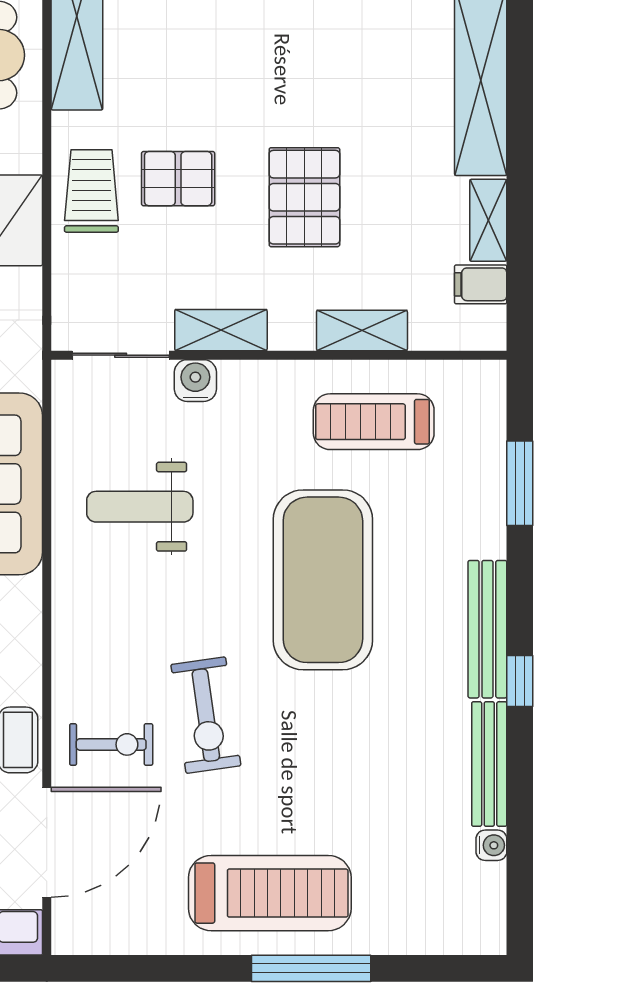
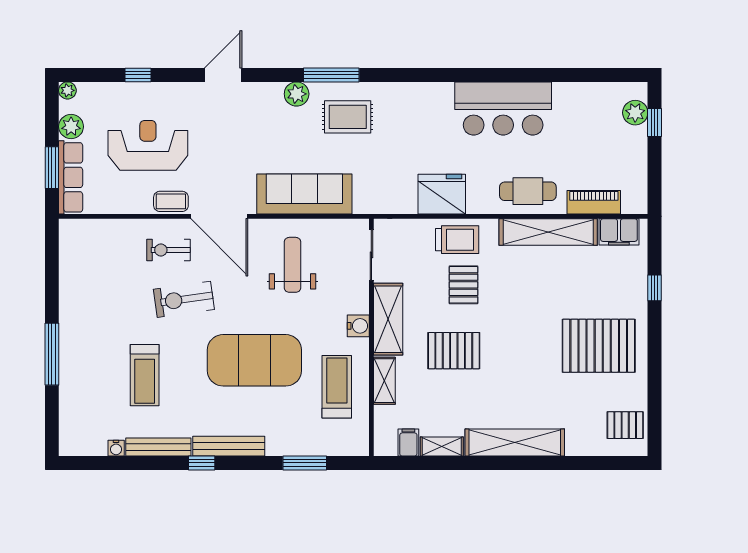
shelving: (221, 330) -> (388, 319), width x1.50, depth x1.33
water cooler: (195, 381) -> (358, 326), moved
exercise bike: (111, 744) -> (169, 250), turned 90
door: (47, 842) -> (219, 216), moved
treadmill: (270, 893) -> (145, 375), moved, width x0.73, depth x0.73

